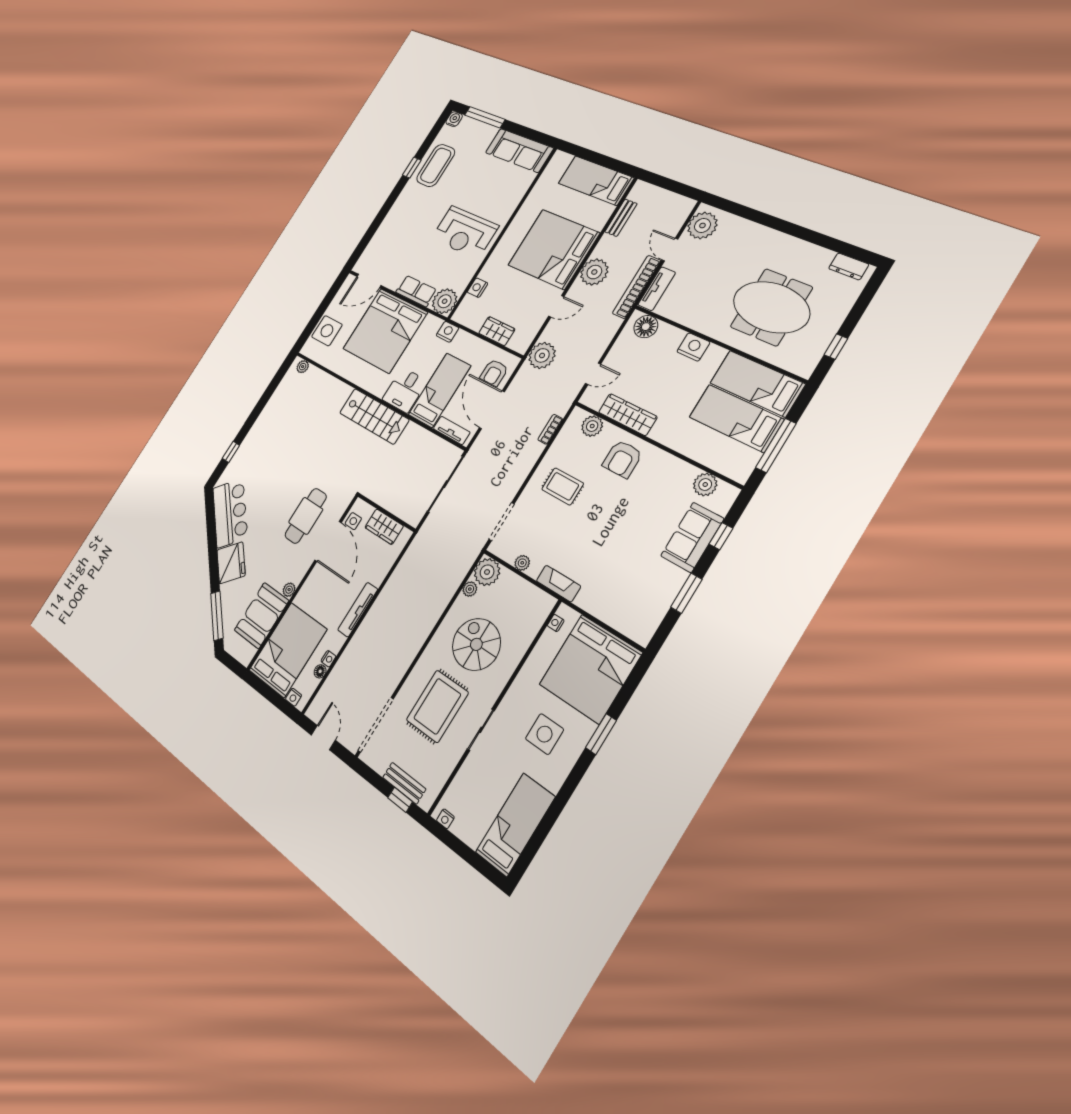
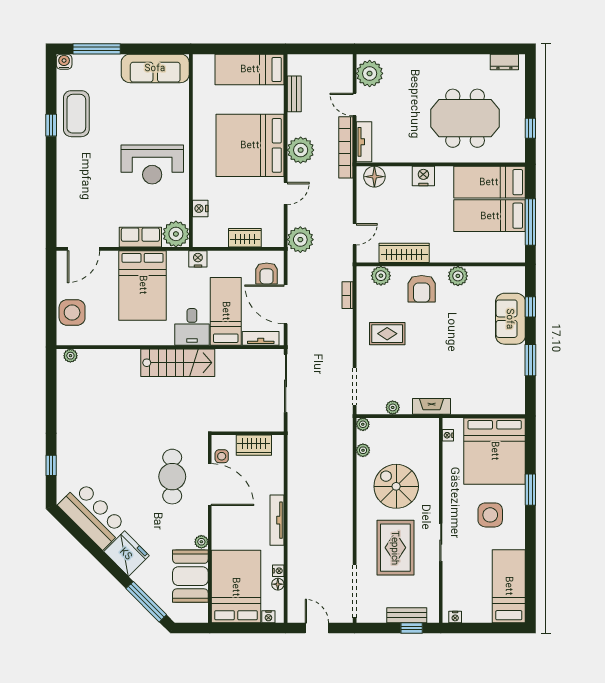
bed: (385, 331) -> (143, 285), width x0.73
plant: (705, 485) -> (458, 276), moved
plant: (487, 572) -> (363, 424), width x0.53, depth x0.53

